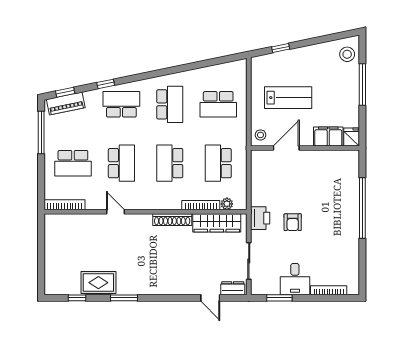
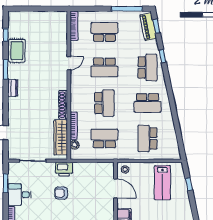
lab bench: (288, 98) -> (162, 183), moved
school desk: (73, 163) -> (104, 32), turned 90
school desk: (170, 163) -> (104, 103), turned 90
dresser: (233, 288) -> (13, 88), moved

